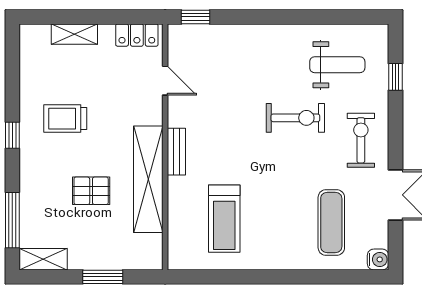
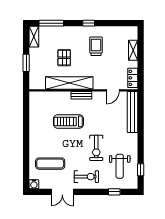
window: (195, 17) -> (141, 170), moved
bench: (214, 35) -> (133, 112), added
treadmill: (224, 219) -> (68, 121), moved

